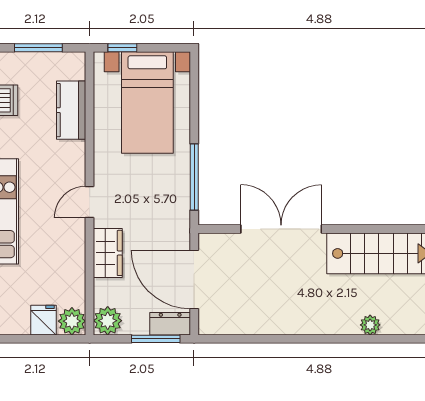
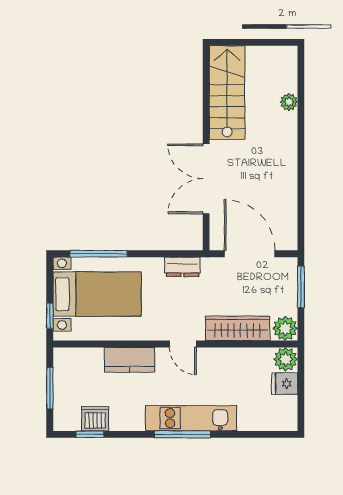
kitchen counter: (71, 110) -> (130, 360), moved
window: (194, 177) -> (99, 254), moved
wardrobe: (108, 253) -> (237, 328), width x1.50
door: (194, 279) -> (250, 254), swing flipped
dresser: (170, 324) -> (182, 267), moved, turned -90

